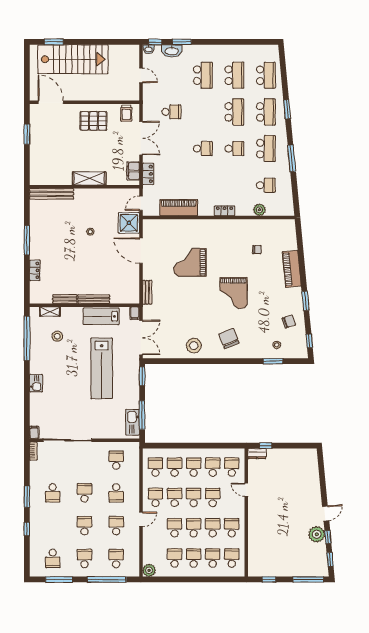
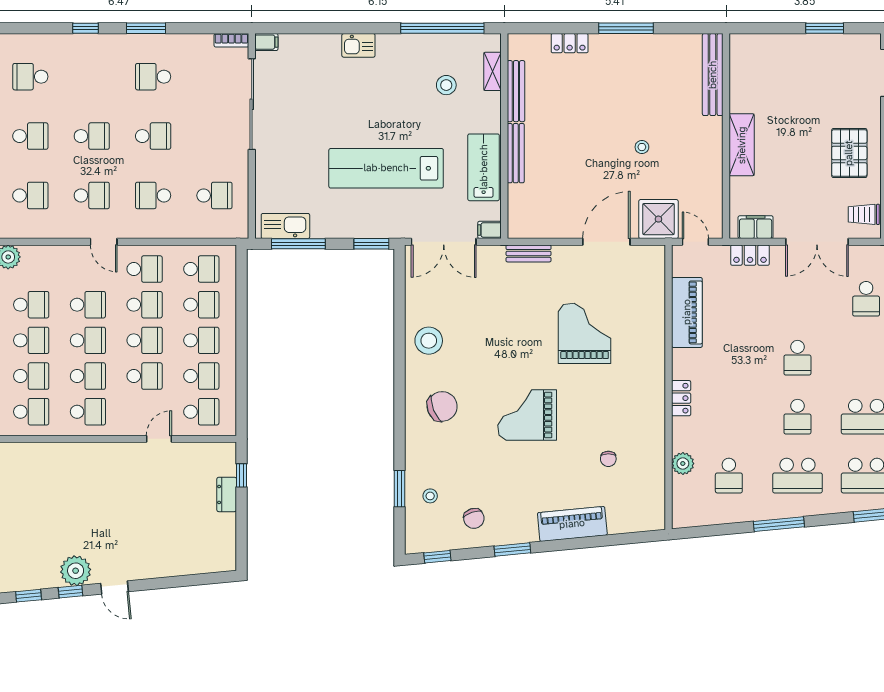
bench: (65, 299) -> (516, 91), width x1.36
dresser: (257, 454) -> (227, 494), moved

